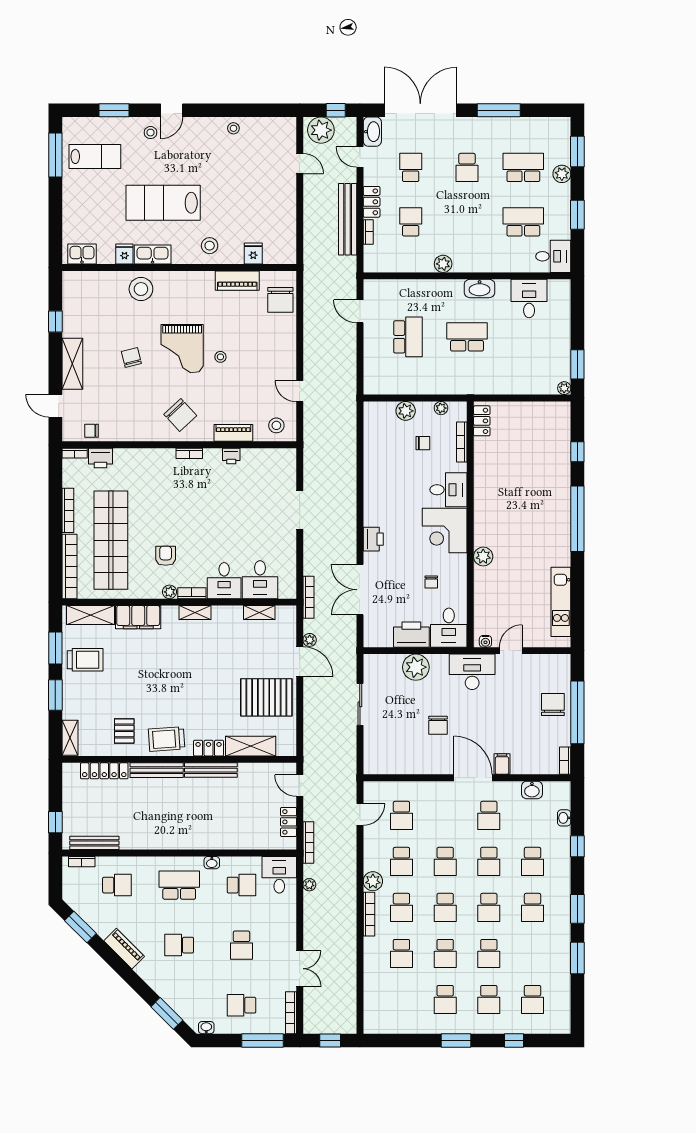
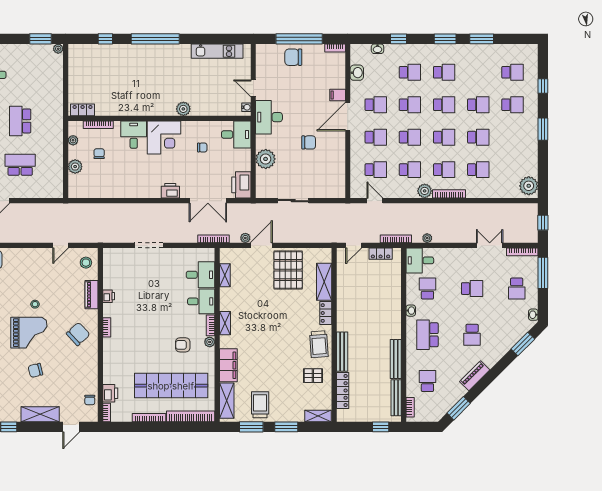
printer: (411, 635) -> (241, 185), moved
bench: (211, 770) -> (396, 359), moved
school desk: (445, 999) -> (376, 137), moved
plant: (380, 1021) -> (529, 186), added

